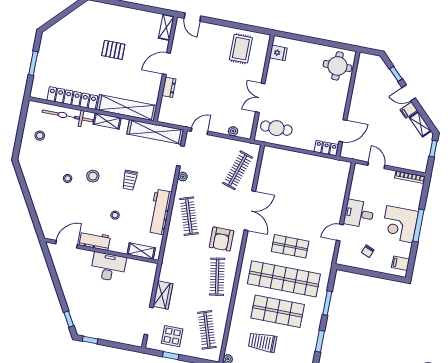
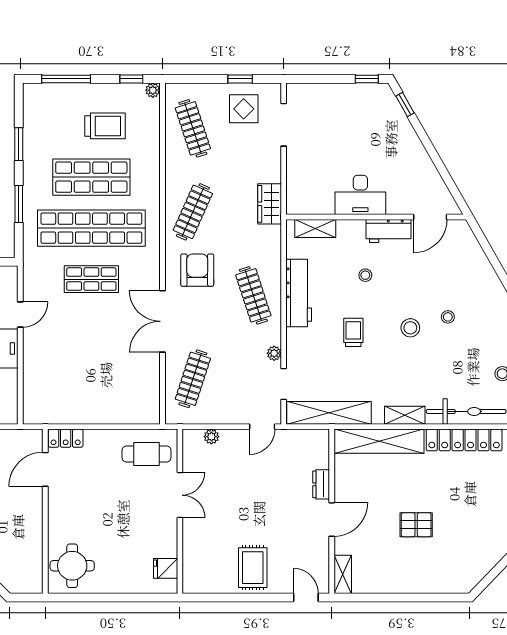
rug: (241, 49) -> (253, 568), moved
clothes rail: (217, 277) -> (193, 212), turned 33
wardrobe: (163, 295) -> (270, 204), moved

